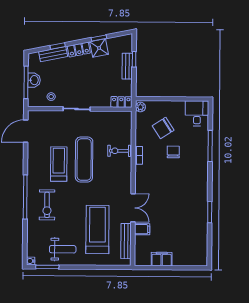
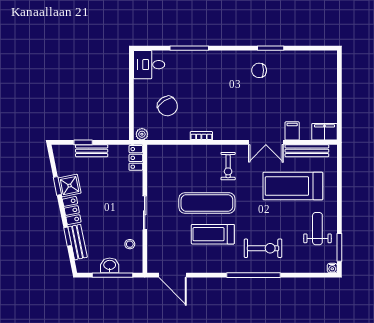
exercise bike: (119, 151) -> (228, 166), moved
chair: (173, 152) -> (259, 70), moved
double door: (133, 208) -> (266, 142), swing flipped
filing cabinet: (162, 259) -> (325, 132), moved, turned 90

